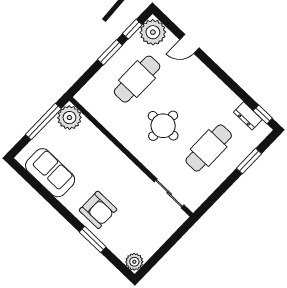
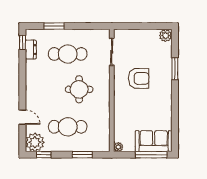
window: (110, 52) -> (82, 155), moved
plant: (69, 118) -> (118, 147), width x0.53, depth x0.53
window: (43, 122) -> (151, 155), moved
sofa: (50, 173) -> (154, 141), moved, turned 90
armchair: (98, 210) -> (139, 78), moved, turned 90

